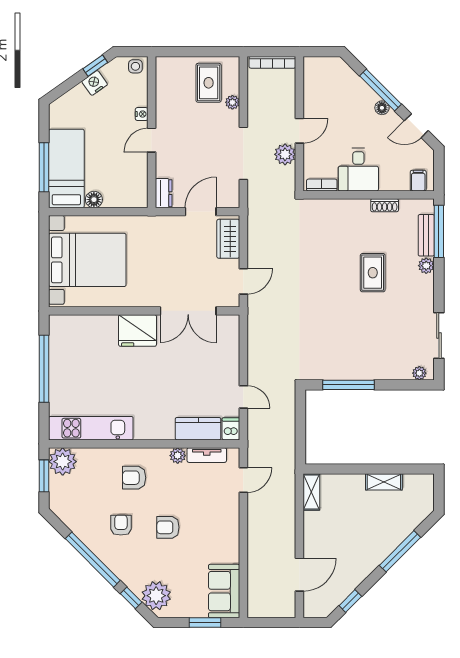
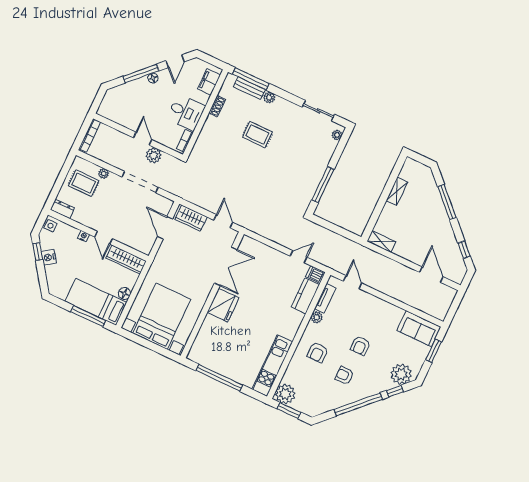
filing cabinet: (418, 181) -> (209, 82), width x2.00
wardrobe: (138, 182) -> (126, 260), added
dresser: (164, 193) -> (62, 209), moved

